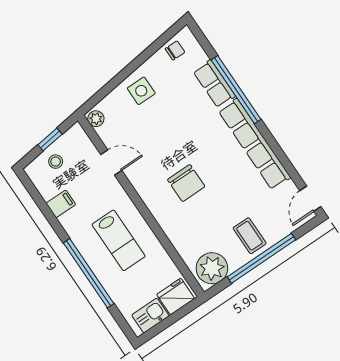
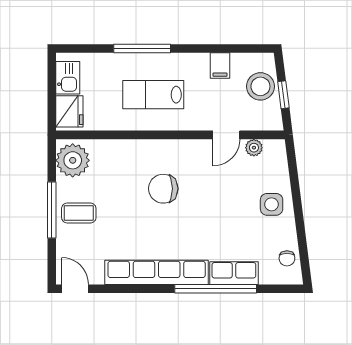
plant: (96, 119) -> (254, 148), moved
stool: (56, 162) -> (260, 86), width x1.89, depth x1.89
window: (261, 258) -> (52, 210), width x0.68
window: (89, 273) -> (142, 48), width x0.68

